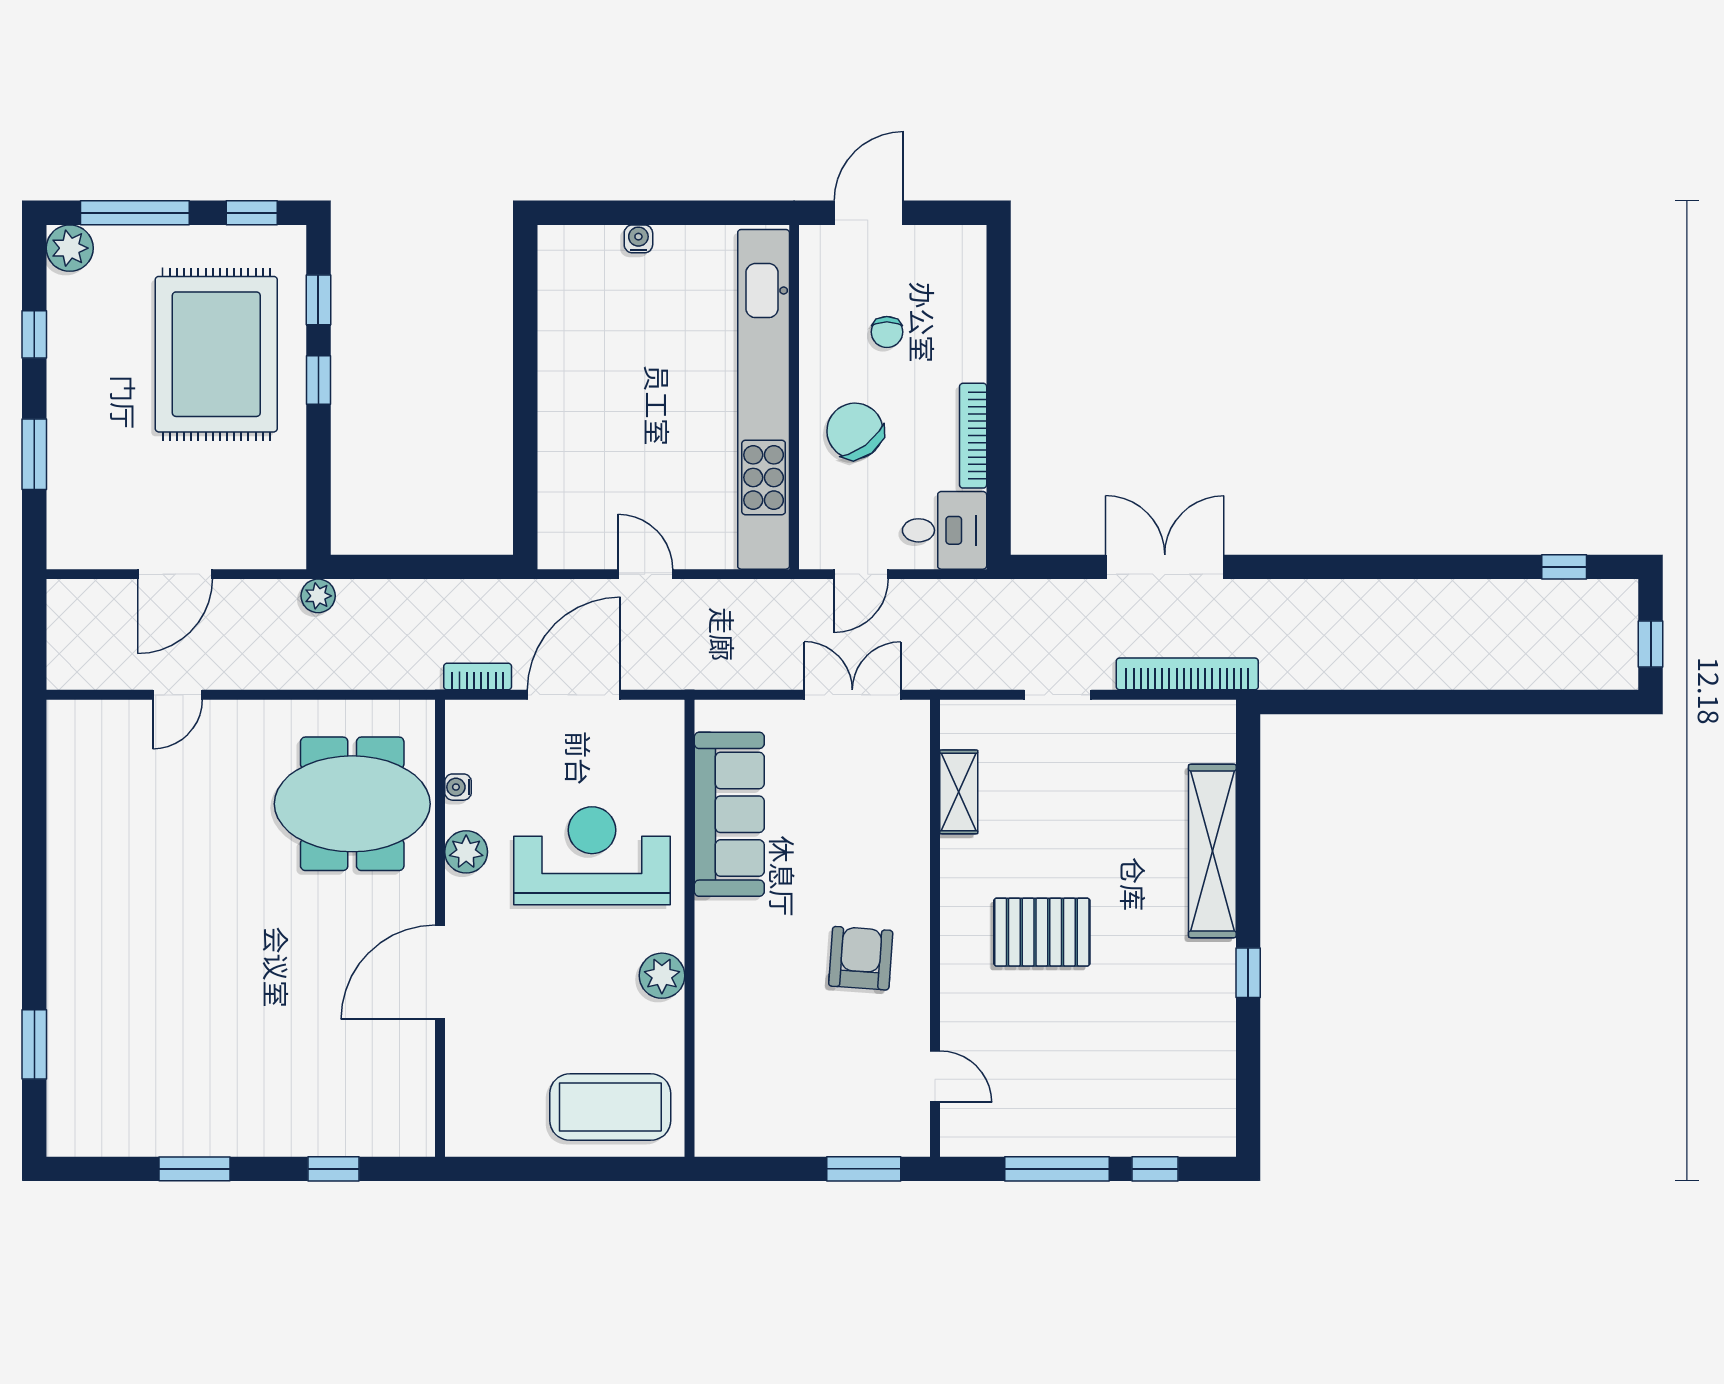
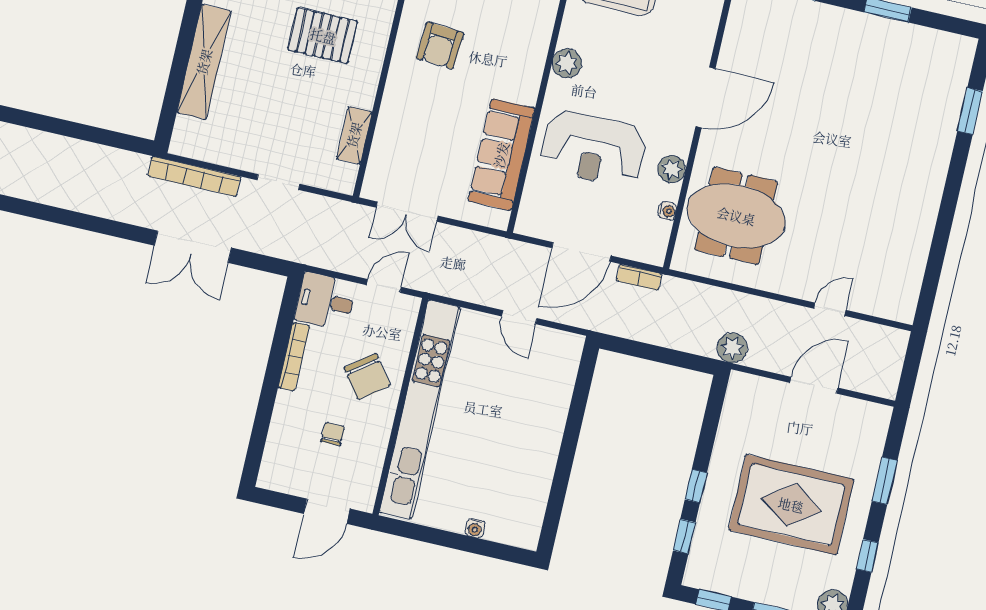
rug: (216, 354) -> (791, 505), moved, turned 90
plant: (318, 596) -> (732, 348), width x1.38, depth x1.38

